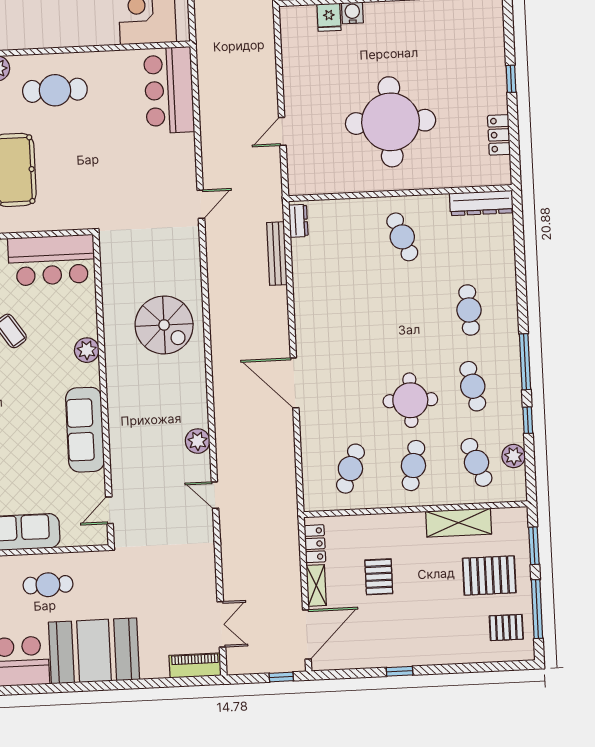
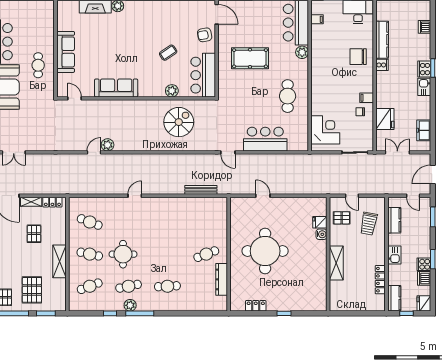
cafe table: (55, 90) -> (288, 96), moved
bar counter: (169, 90) -> (265, 139), moved
dresser: (481, 203) -> (222, 279), moved
dresser: (298, 221) -> (217, 202), removed
spiral stairs: (164, 325) -> (179, 122), moved, turned 180
plant: (87, 350) -> (172, 91), moved
door: (295, 383) -> (135, 196), width x0.53
plant: (514, 456) -> (130, 305), moved
door: (215, 495) -> (94, 152), moved
shelving: (459, 523) -> (60, 261), moved
pallet: (379, 577) -> (34, 234), turned 90

